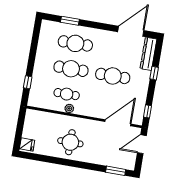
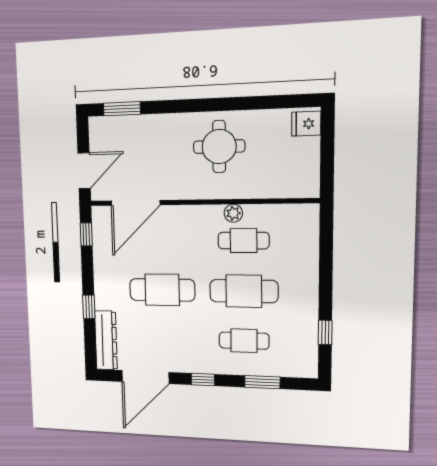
window: (100, 26) -> (203, 380), added
cafe table: (75, 43) -> (244, 341), width x0.73, depth x0.74
window: (28, 82) -> (325, 332), moved

